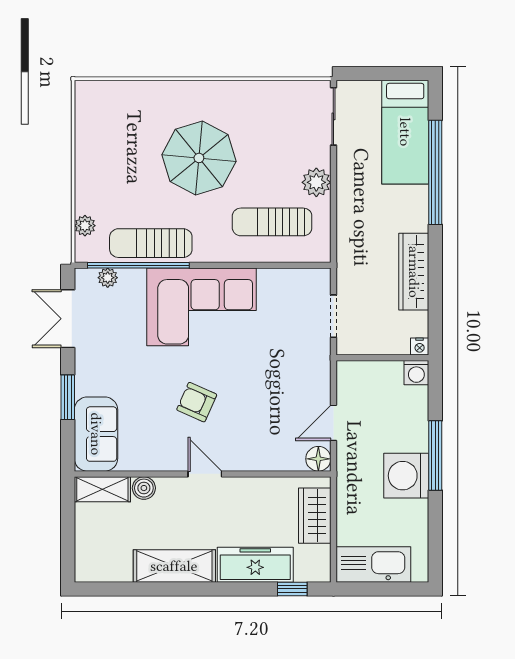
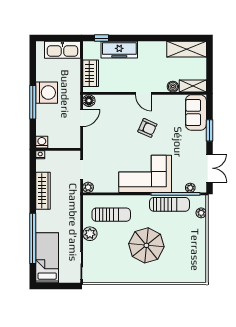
plant: (320, 279) -> (88, 187), added
shelving: (174, 566) -> (187, 49), moved

